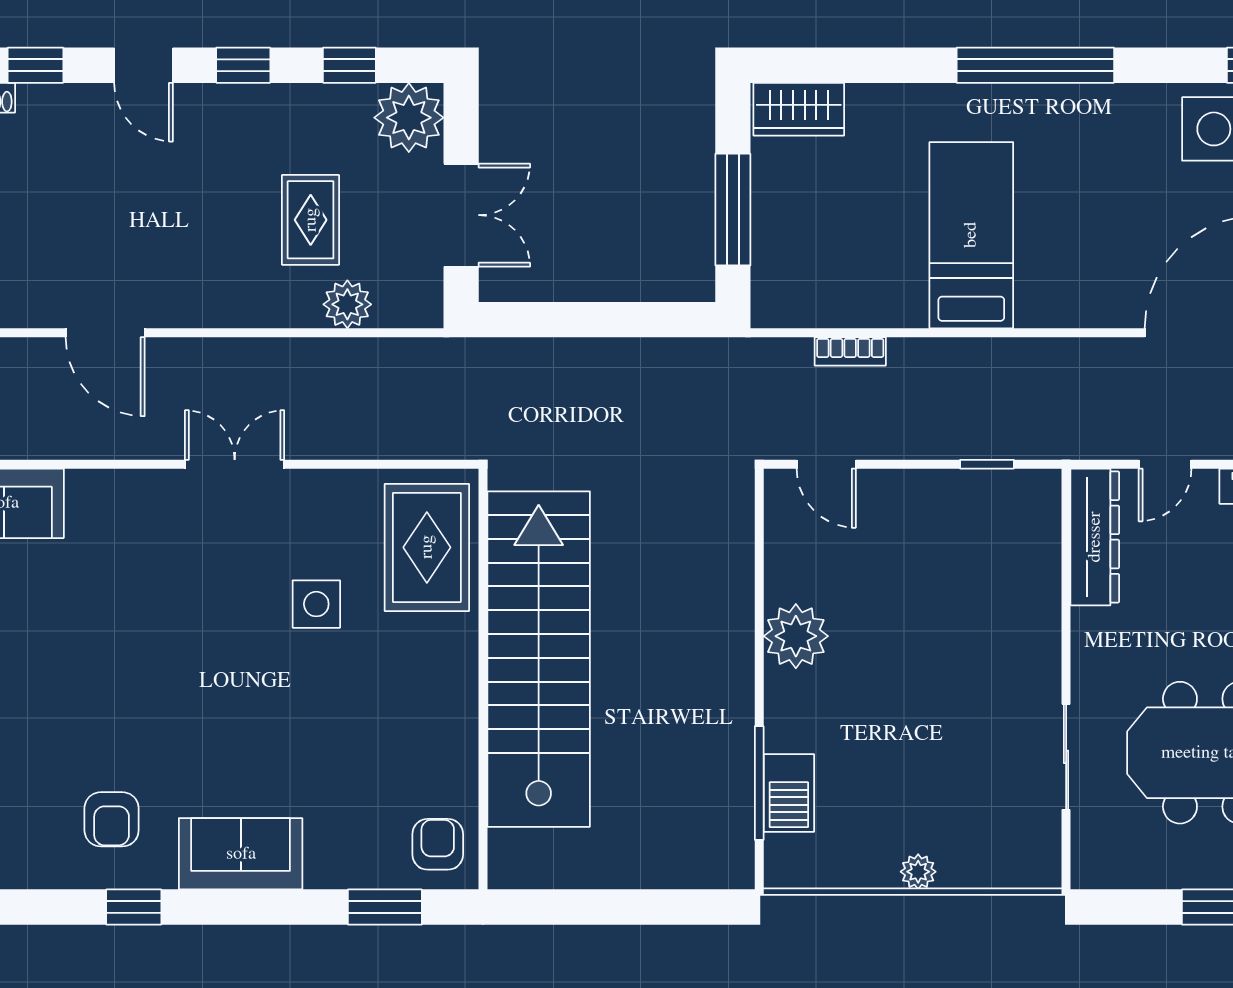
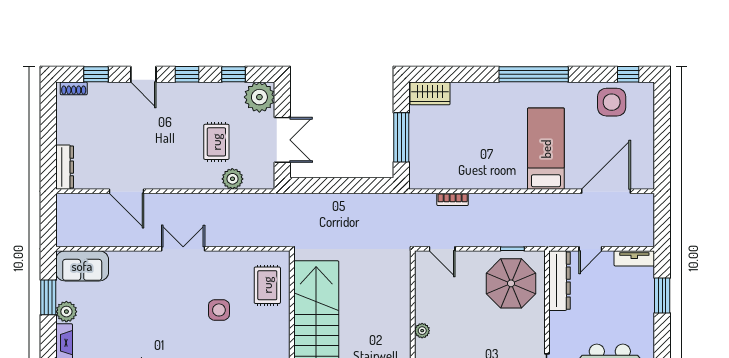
bed: (971, 235) -> (546, 149), moved
parasol: (984, 543) -> (511, 283), added
rug: (427, 547) -> (267, 285), width x0.73, depth x0.70
plant: (796, 636) -> (422, 331), width x0.53, depth x0.53

